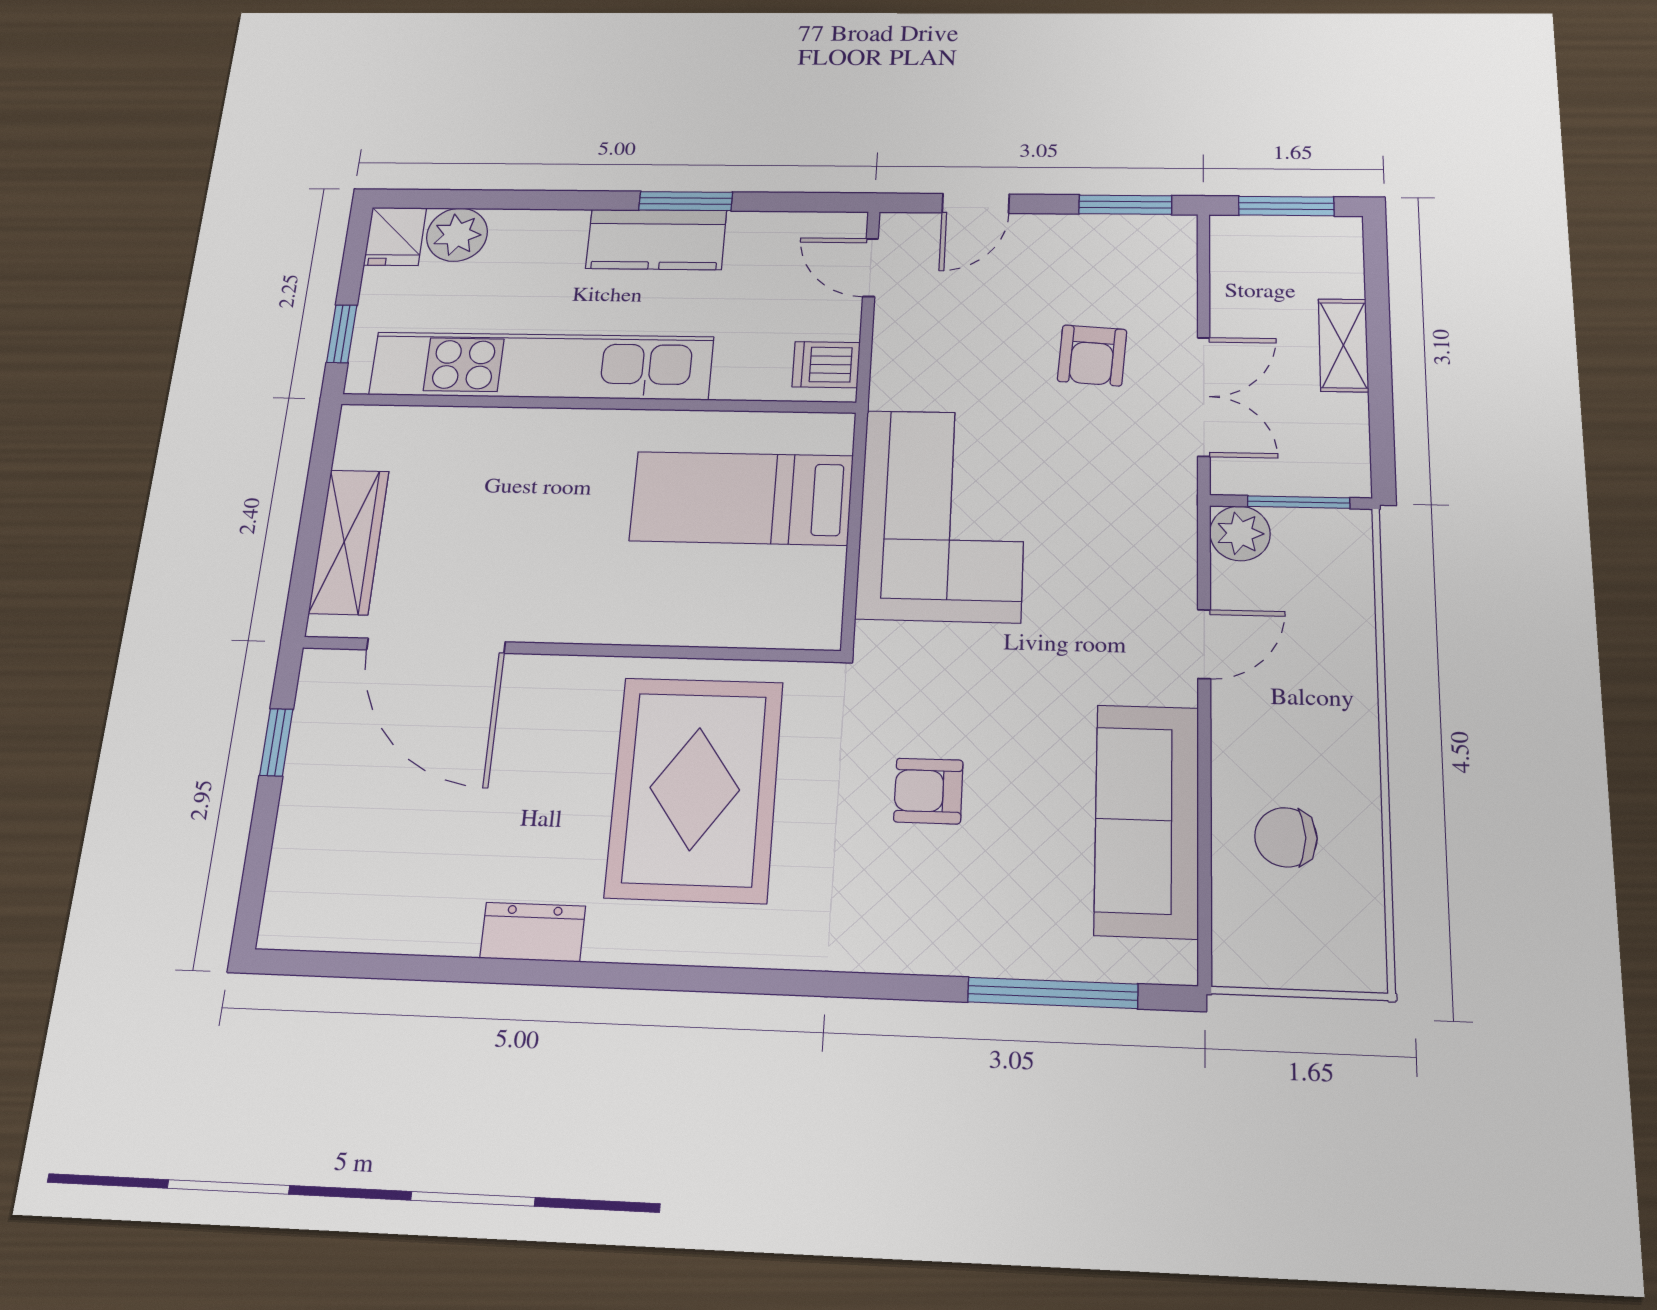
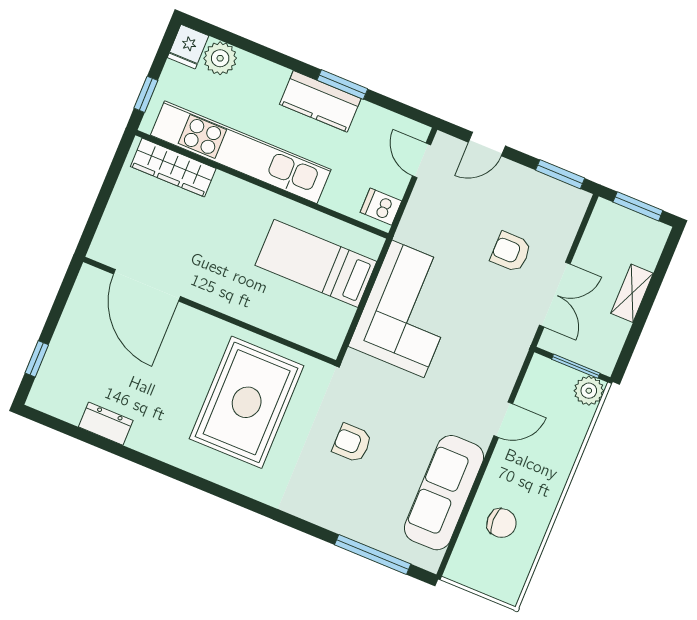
armchair: (1092, 355) -> (511, 252), turned 86
plant: (1240, 533) -> (589, 391), moved
wardrobe: (349, 542) -> (173, 168), moved, turned 90
window: (276, 742) -> (37, 359), moved
chair: (1286, 837) -> (502, 523), turned 180
dresser: (533, 932) -> (106, 424), moved

